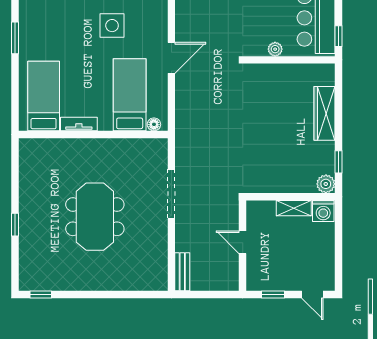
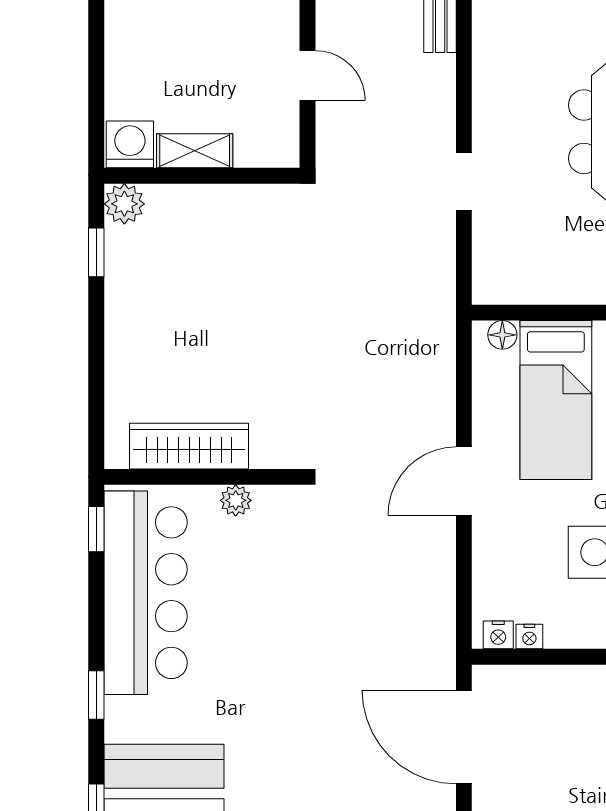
wardrobe: (325, 113) -> (189, 446), moved, turned -90
doorway: (171, 194) -> (464, 181), width x0.53

